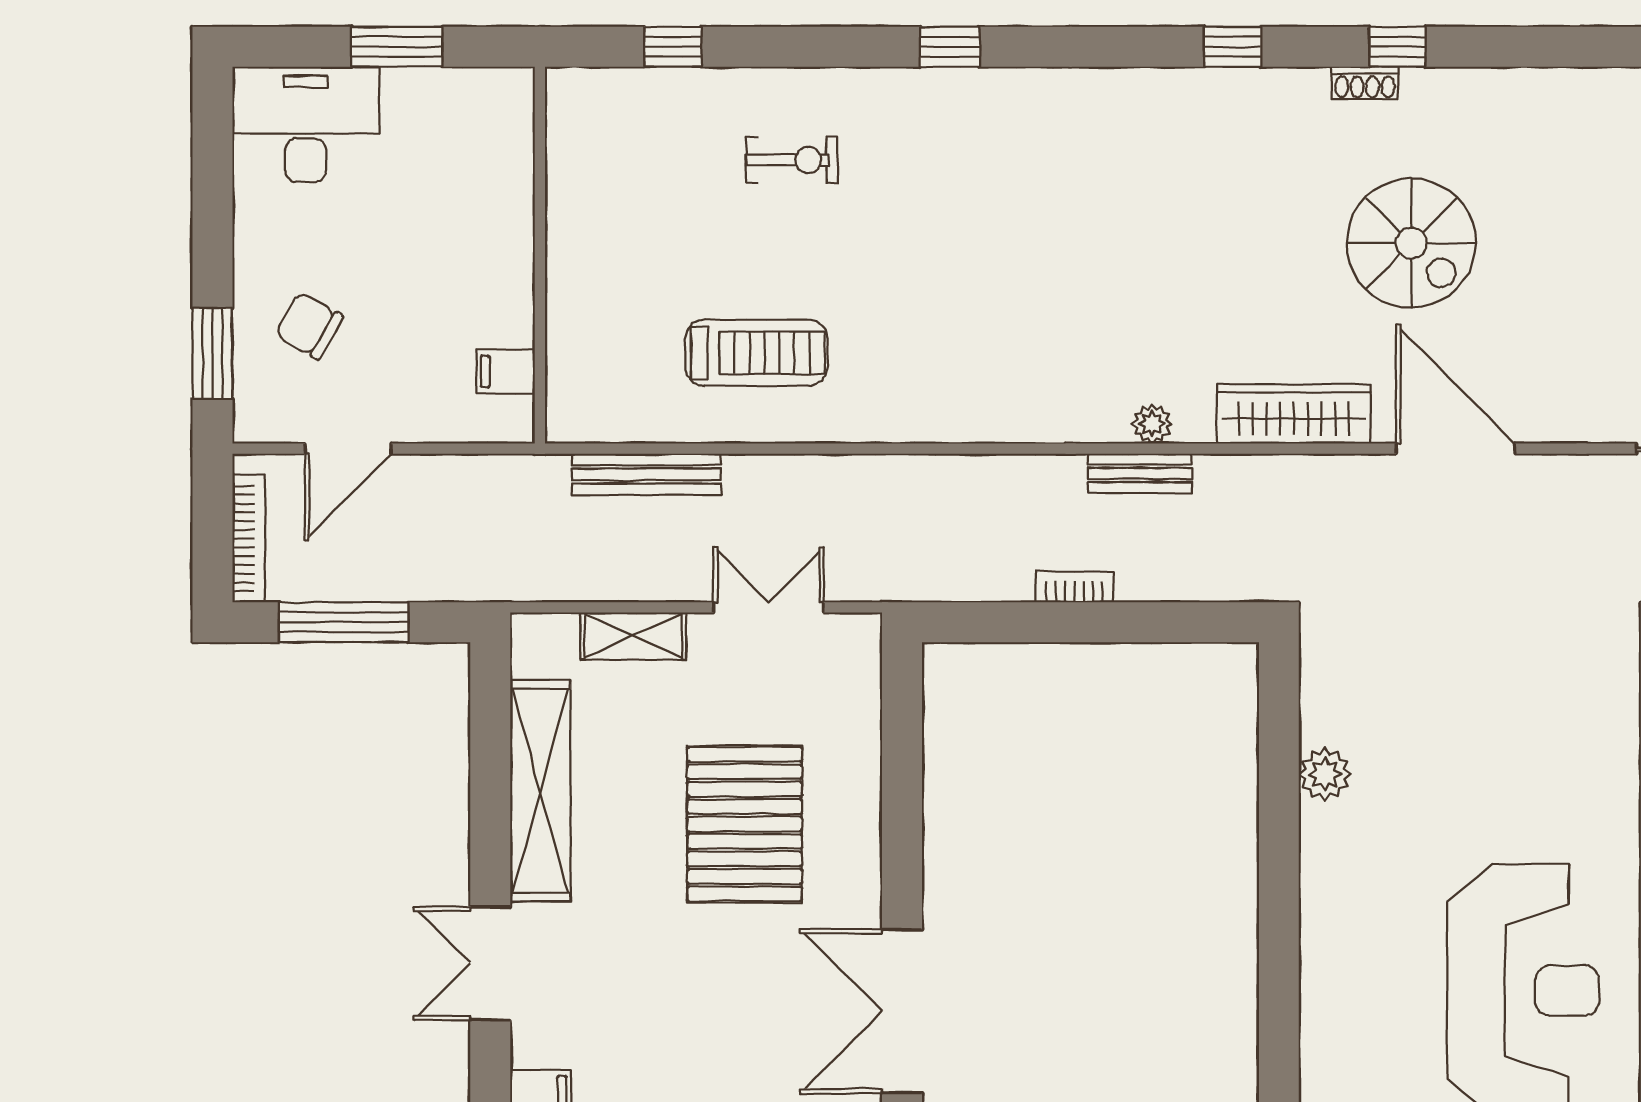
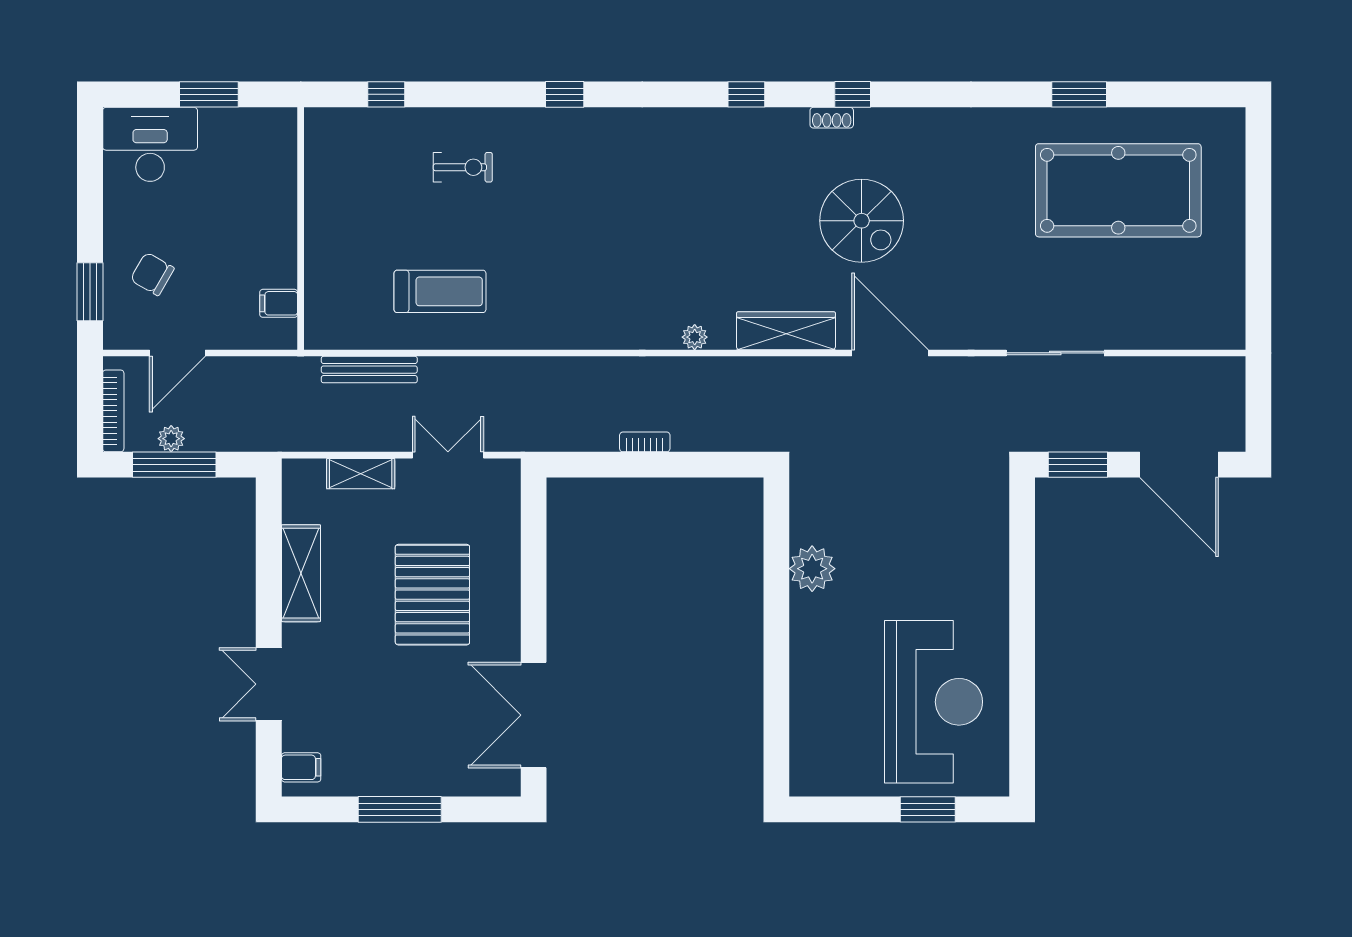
bench: (1140, 473) -> (687, 369), removed
plant: (339, 582) -> (171, 439), added
plant: (1325, 774) -> (812, 569), width x1.36, depth x1.36
shelving: (540, 791) -> (301, 573), width x0.68

